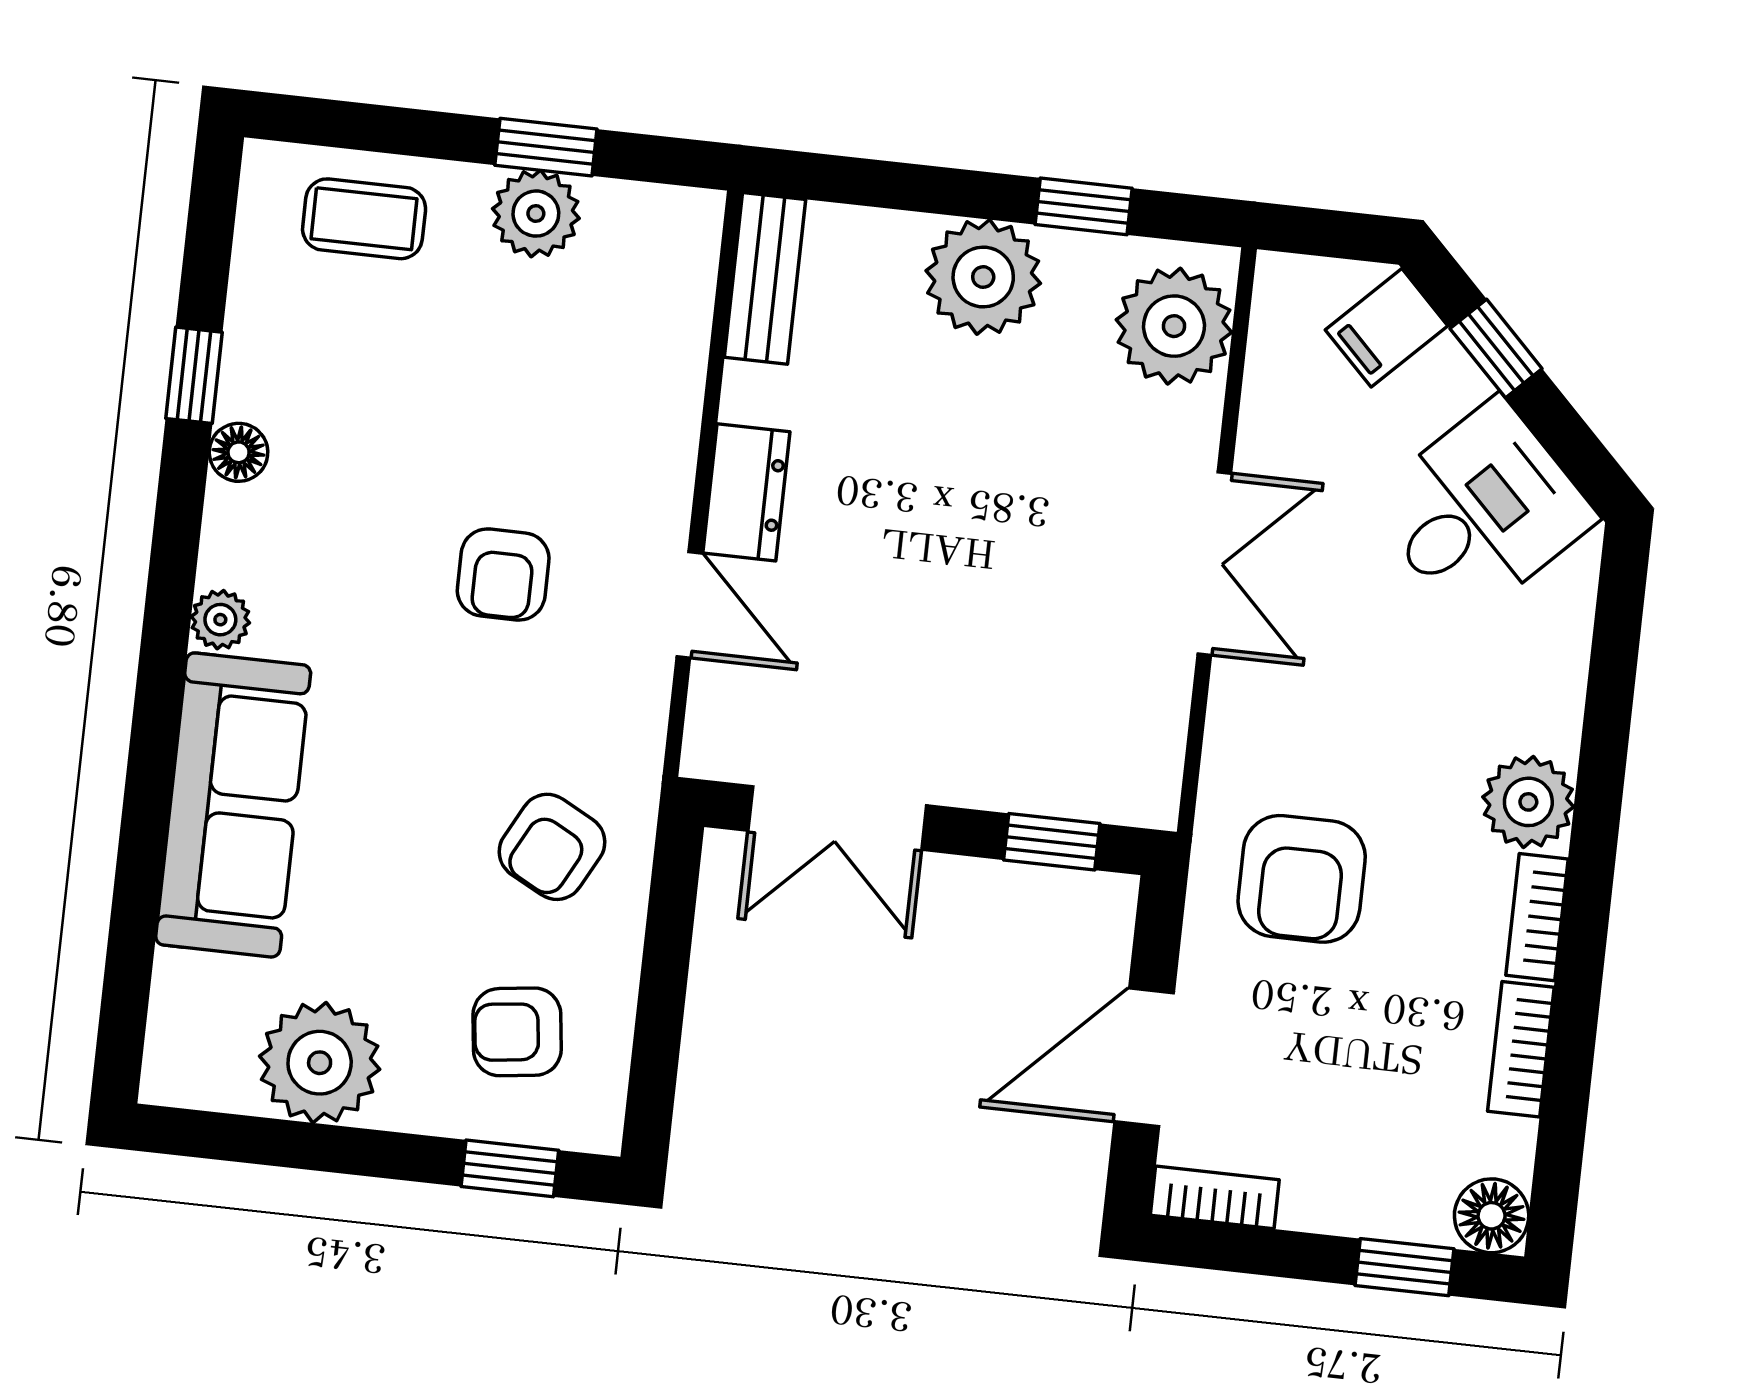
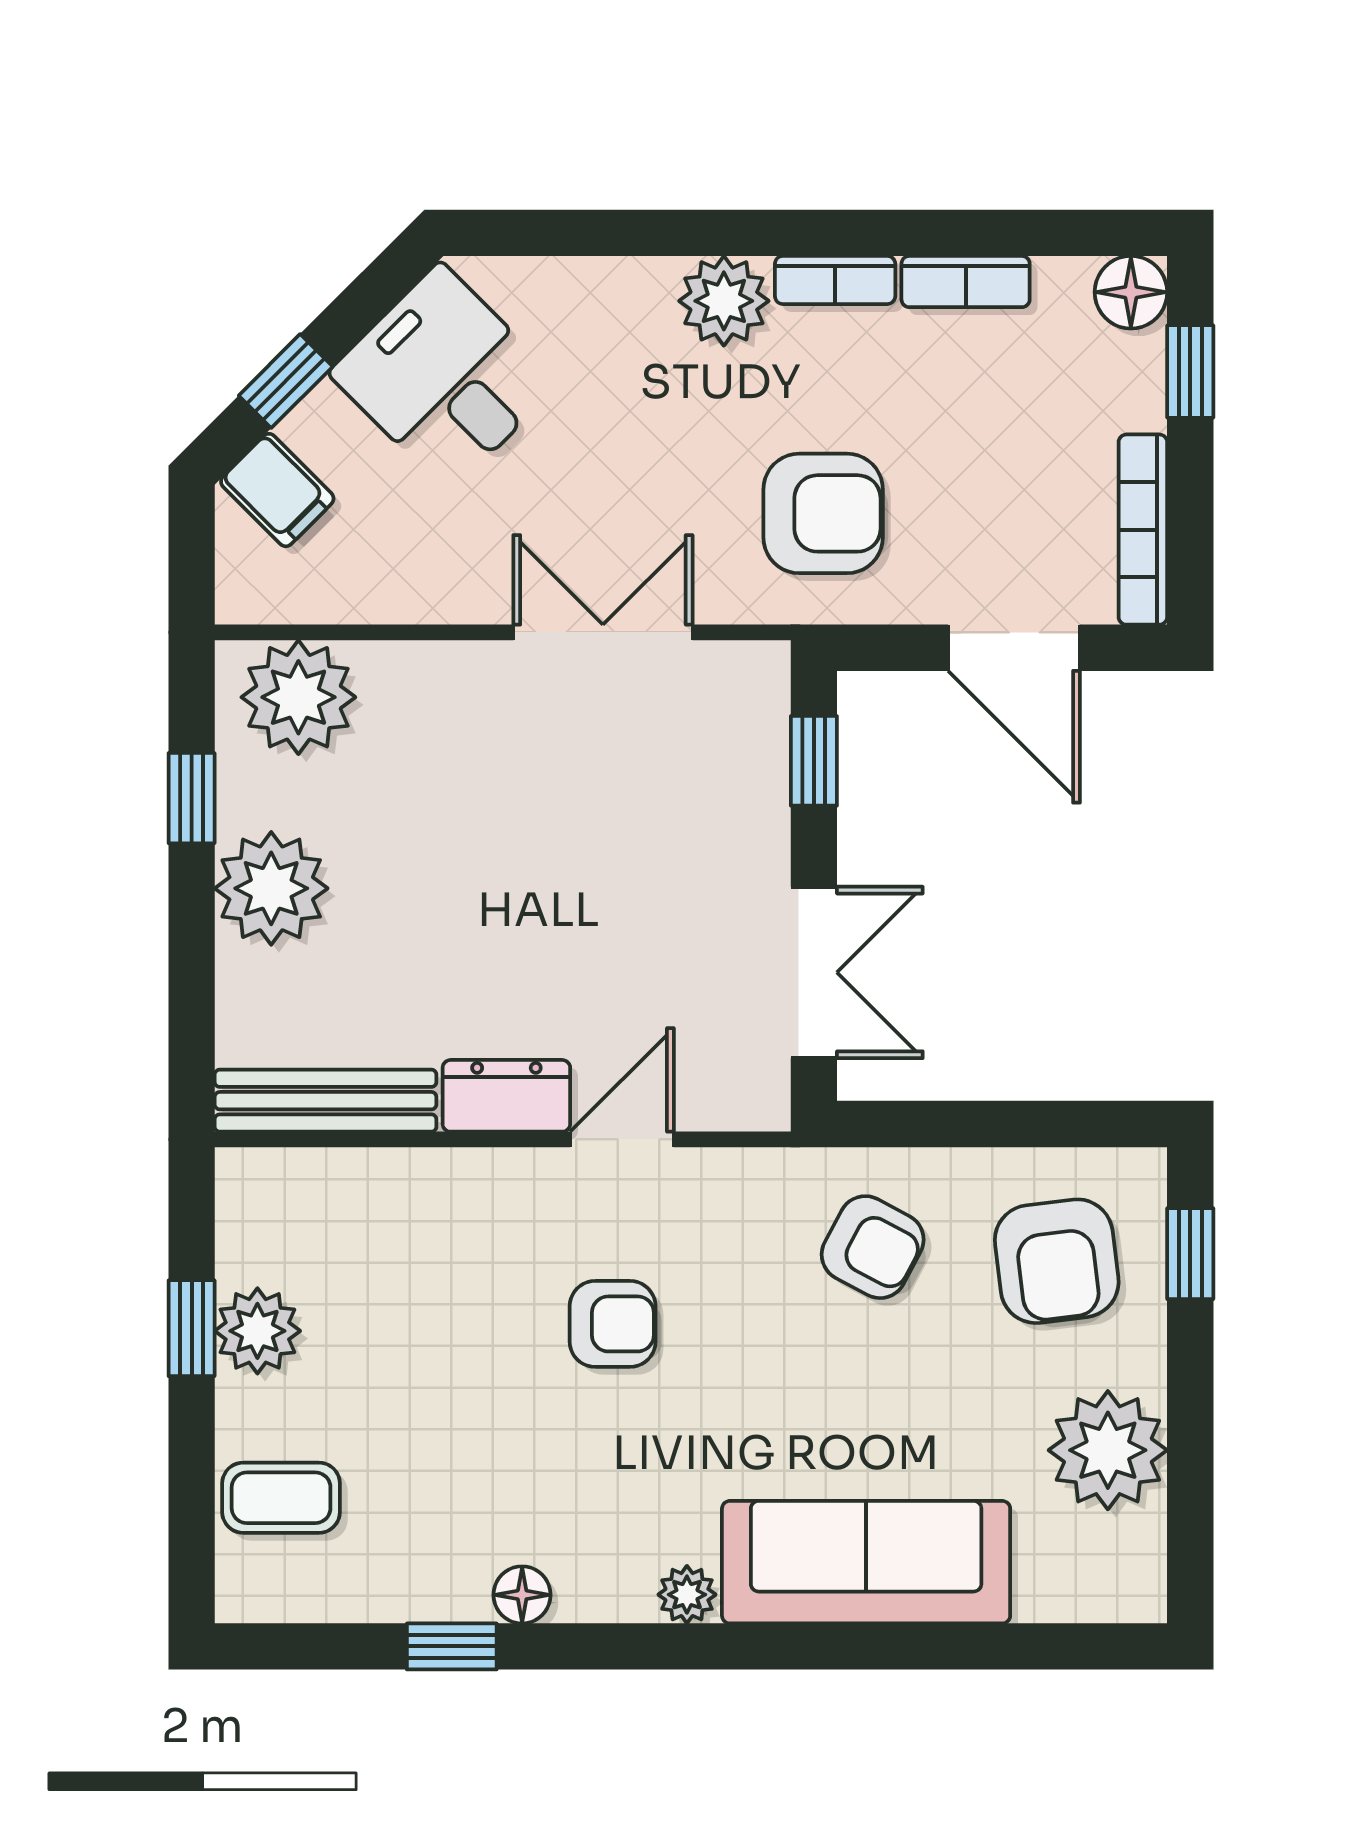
coffee table: (364, 219) -> (281, 1498), turned 90
bench: (765, 278) -> (326, 1101), width x1.36
double door: (1214, 564) -> (603, 632), moved
armchair: (517, 1032) -> (1057, 1261), width x1.38, depth x1.38
bookcase: (1215, 1197) -> (1143, 530), width x1.56

